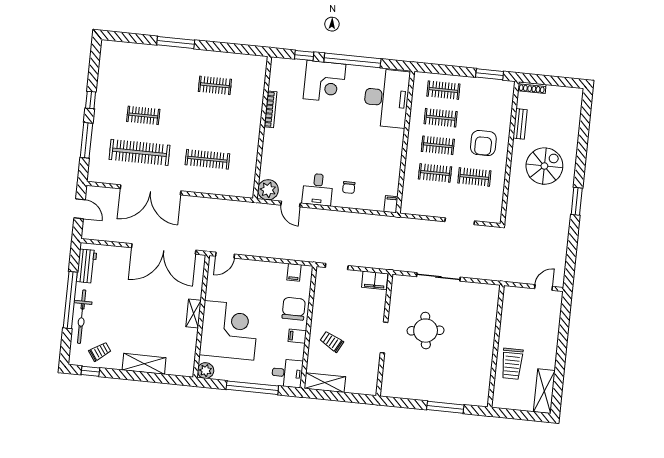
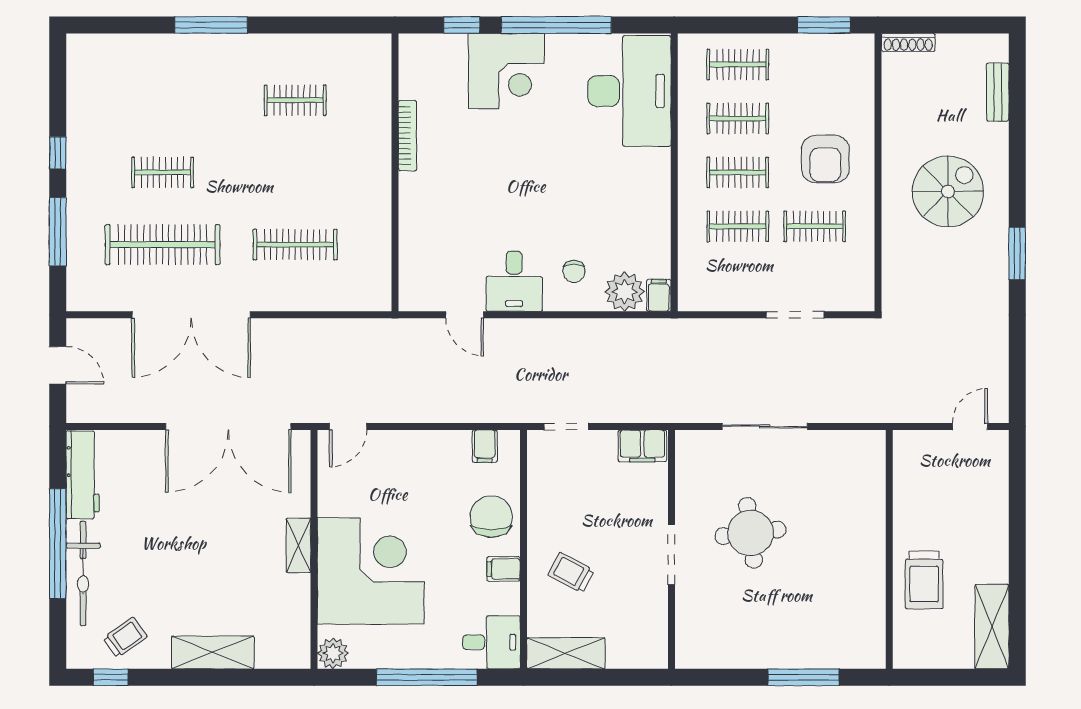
bench: (520, 124) -> (998, 92), moved
plant: (268, 190) -> (625, 292), moved
workbench: (87, 266) -> (83, 475), width x1.38

